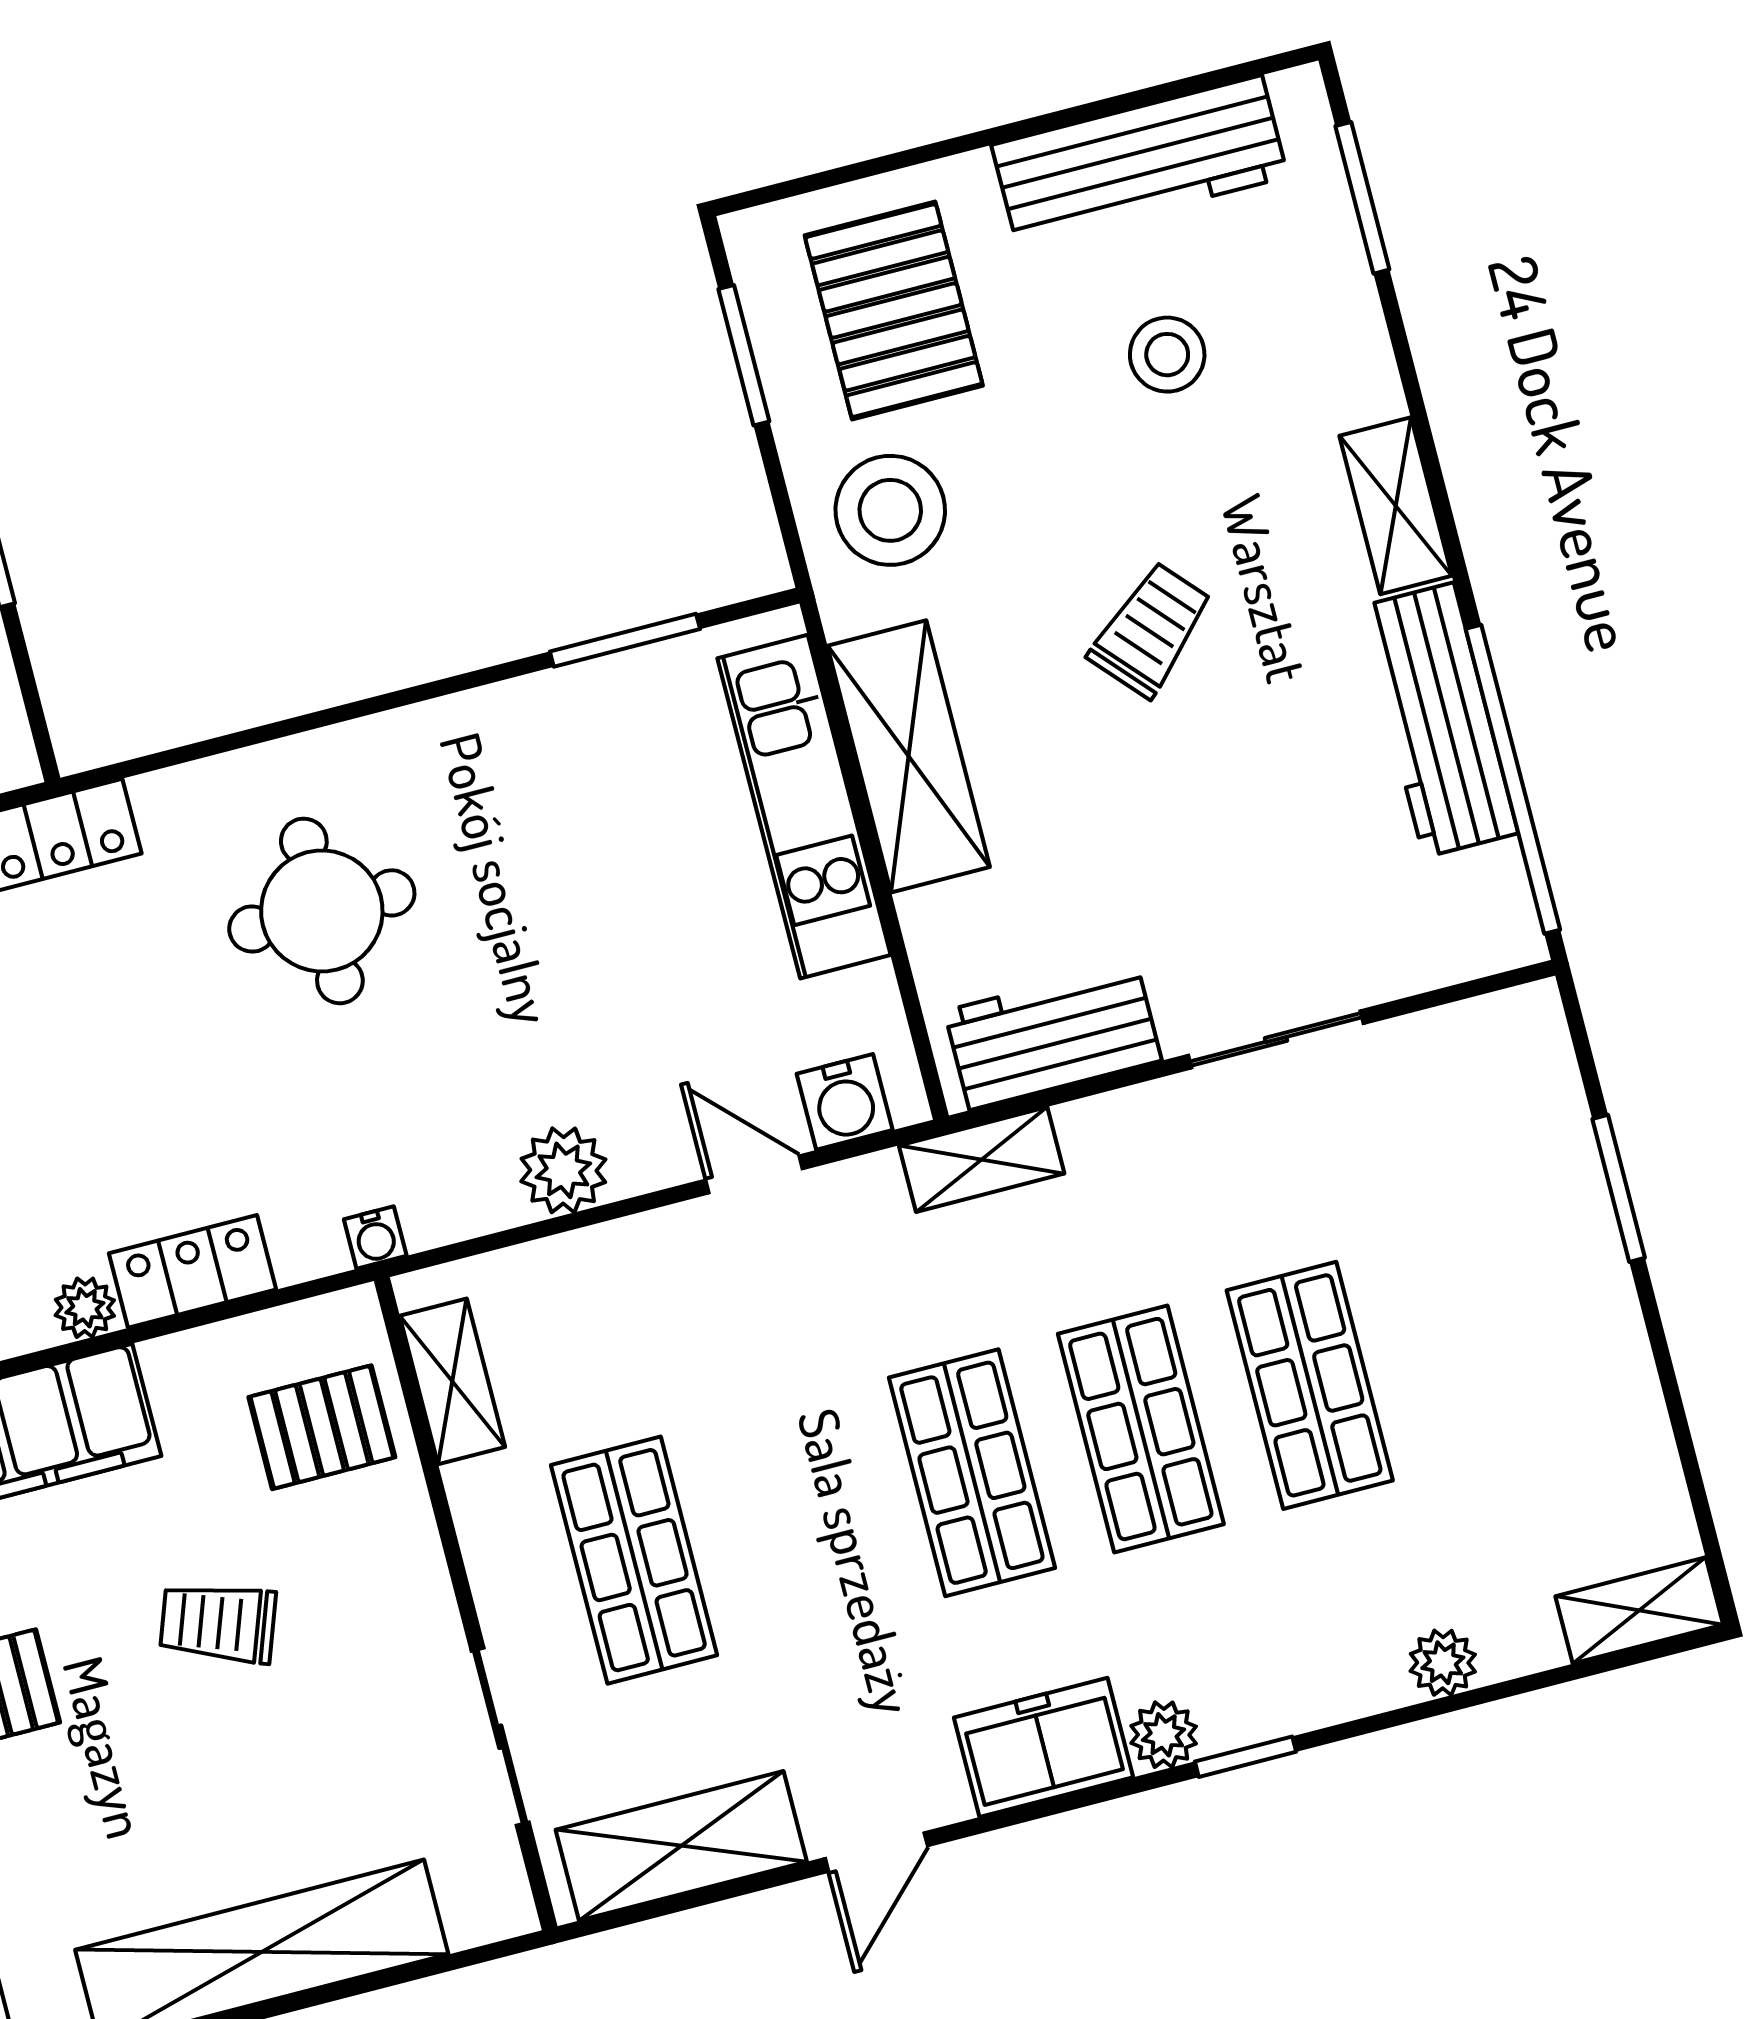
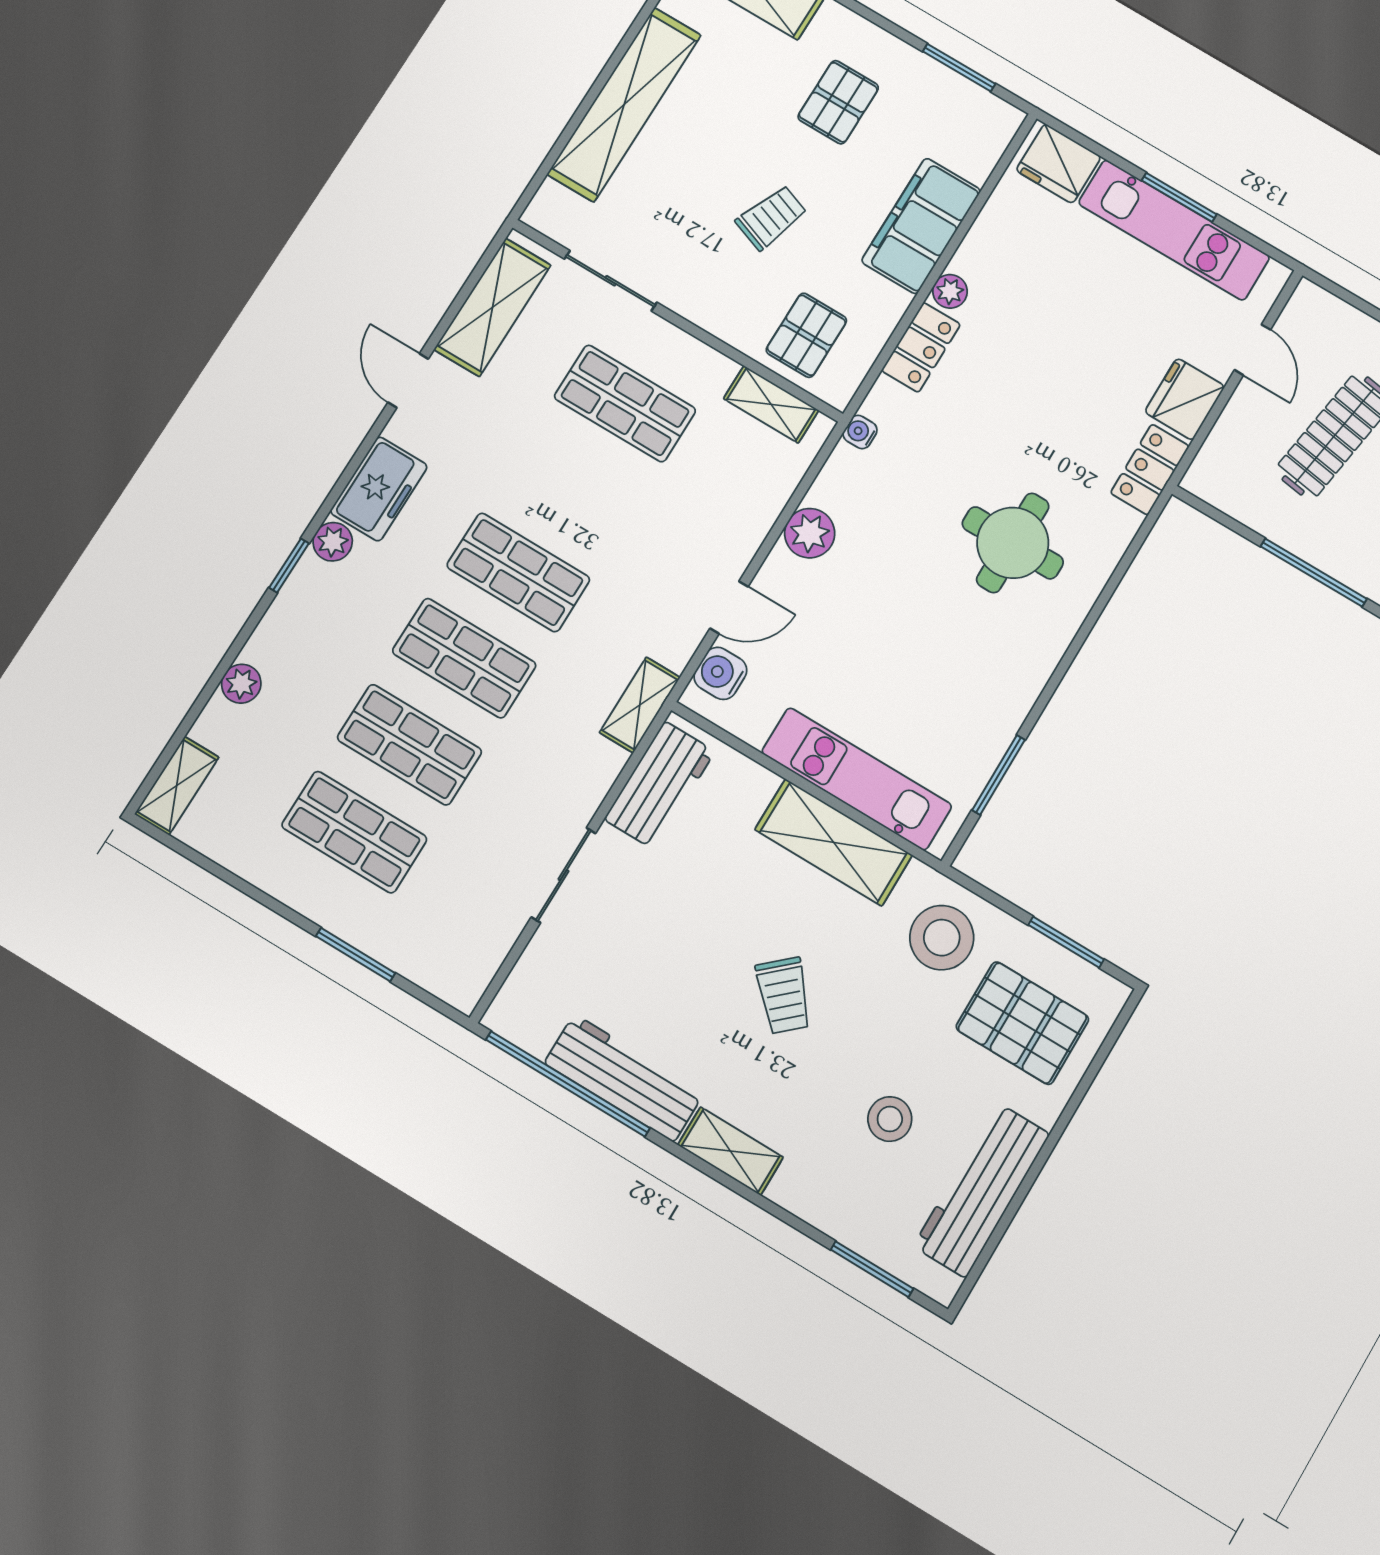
shop shelf: (1479, 1342) -> (354, 832), added

